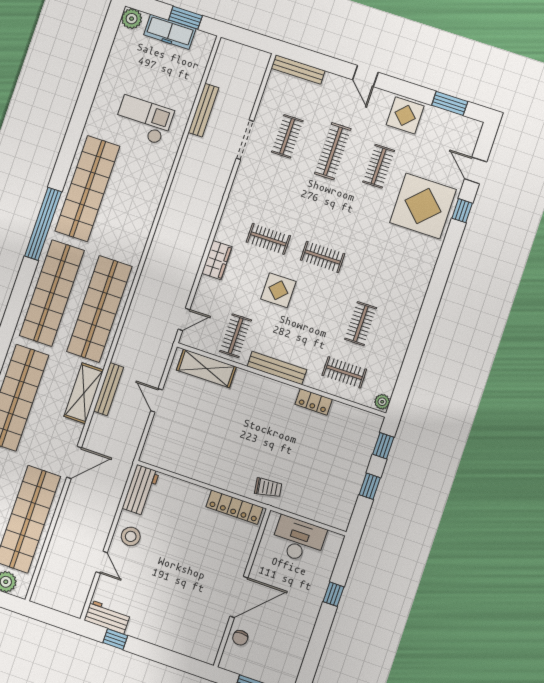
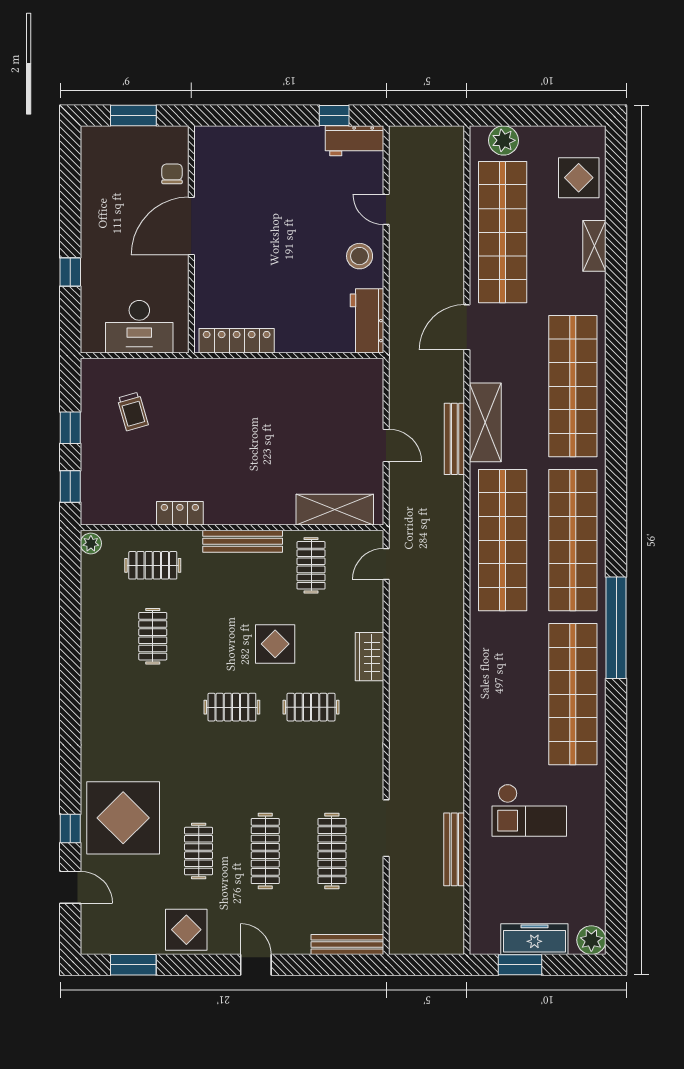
clothes rail: (287, 136) -> (332, 851), width x1.36
trolley: (268, 488) -> (133, 411), moved, turned -98

